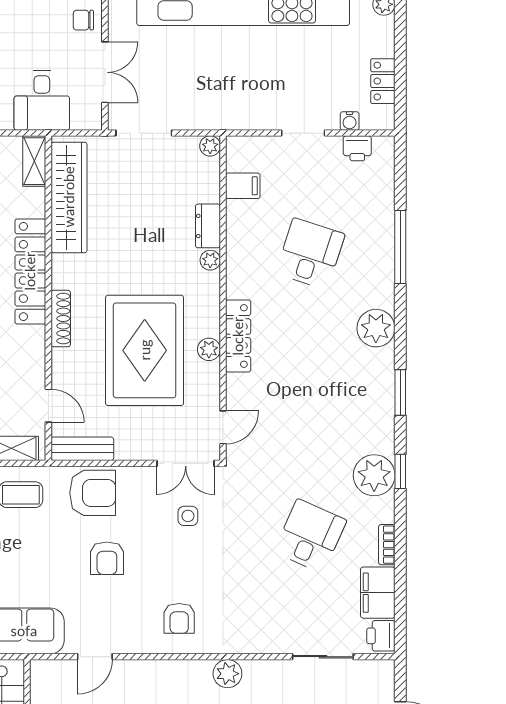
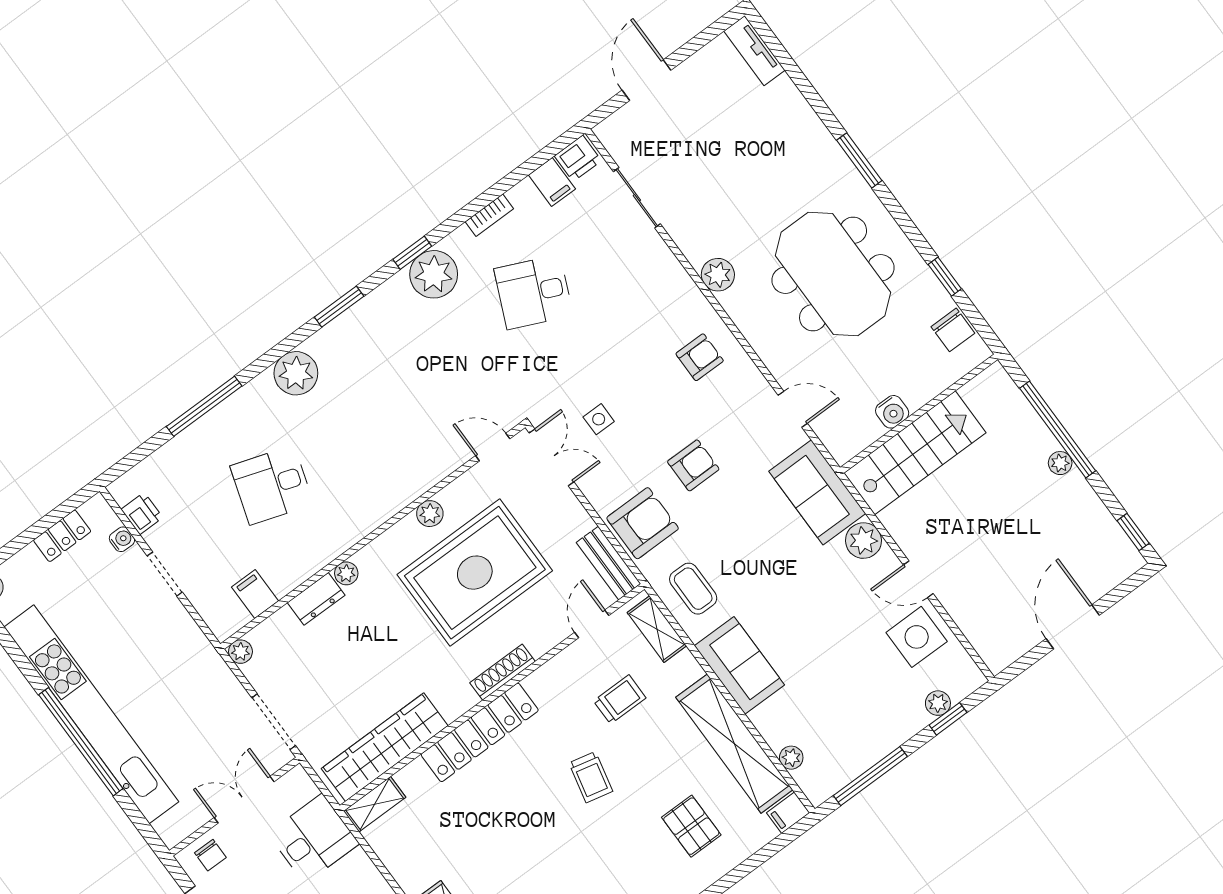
locker: (238, 336) -> (397, 496), removed
armchair: (93, 493) -> (643, 523), turned 90
filing cabinet: (378, 593) -> (552, 182), width x0.50

